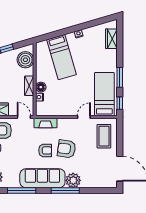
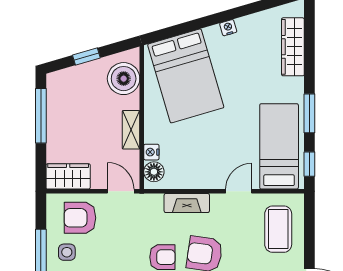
wardrobe: (111, 39) -> (293, 47), width x1.50
bed: (62, 57) -> (186, 76), width x1.50
floor lamp: (41, 87) -> (154, 172), moved
fireplace: (46, 123) -> (187, 203), moved

